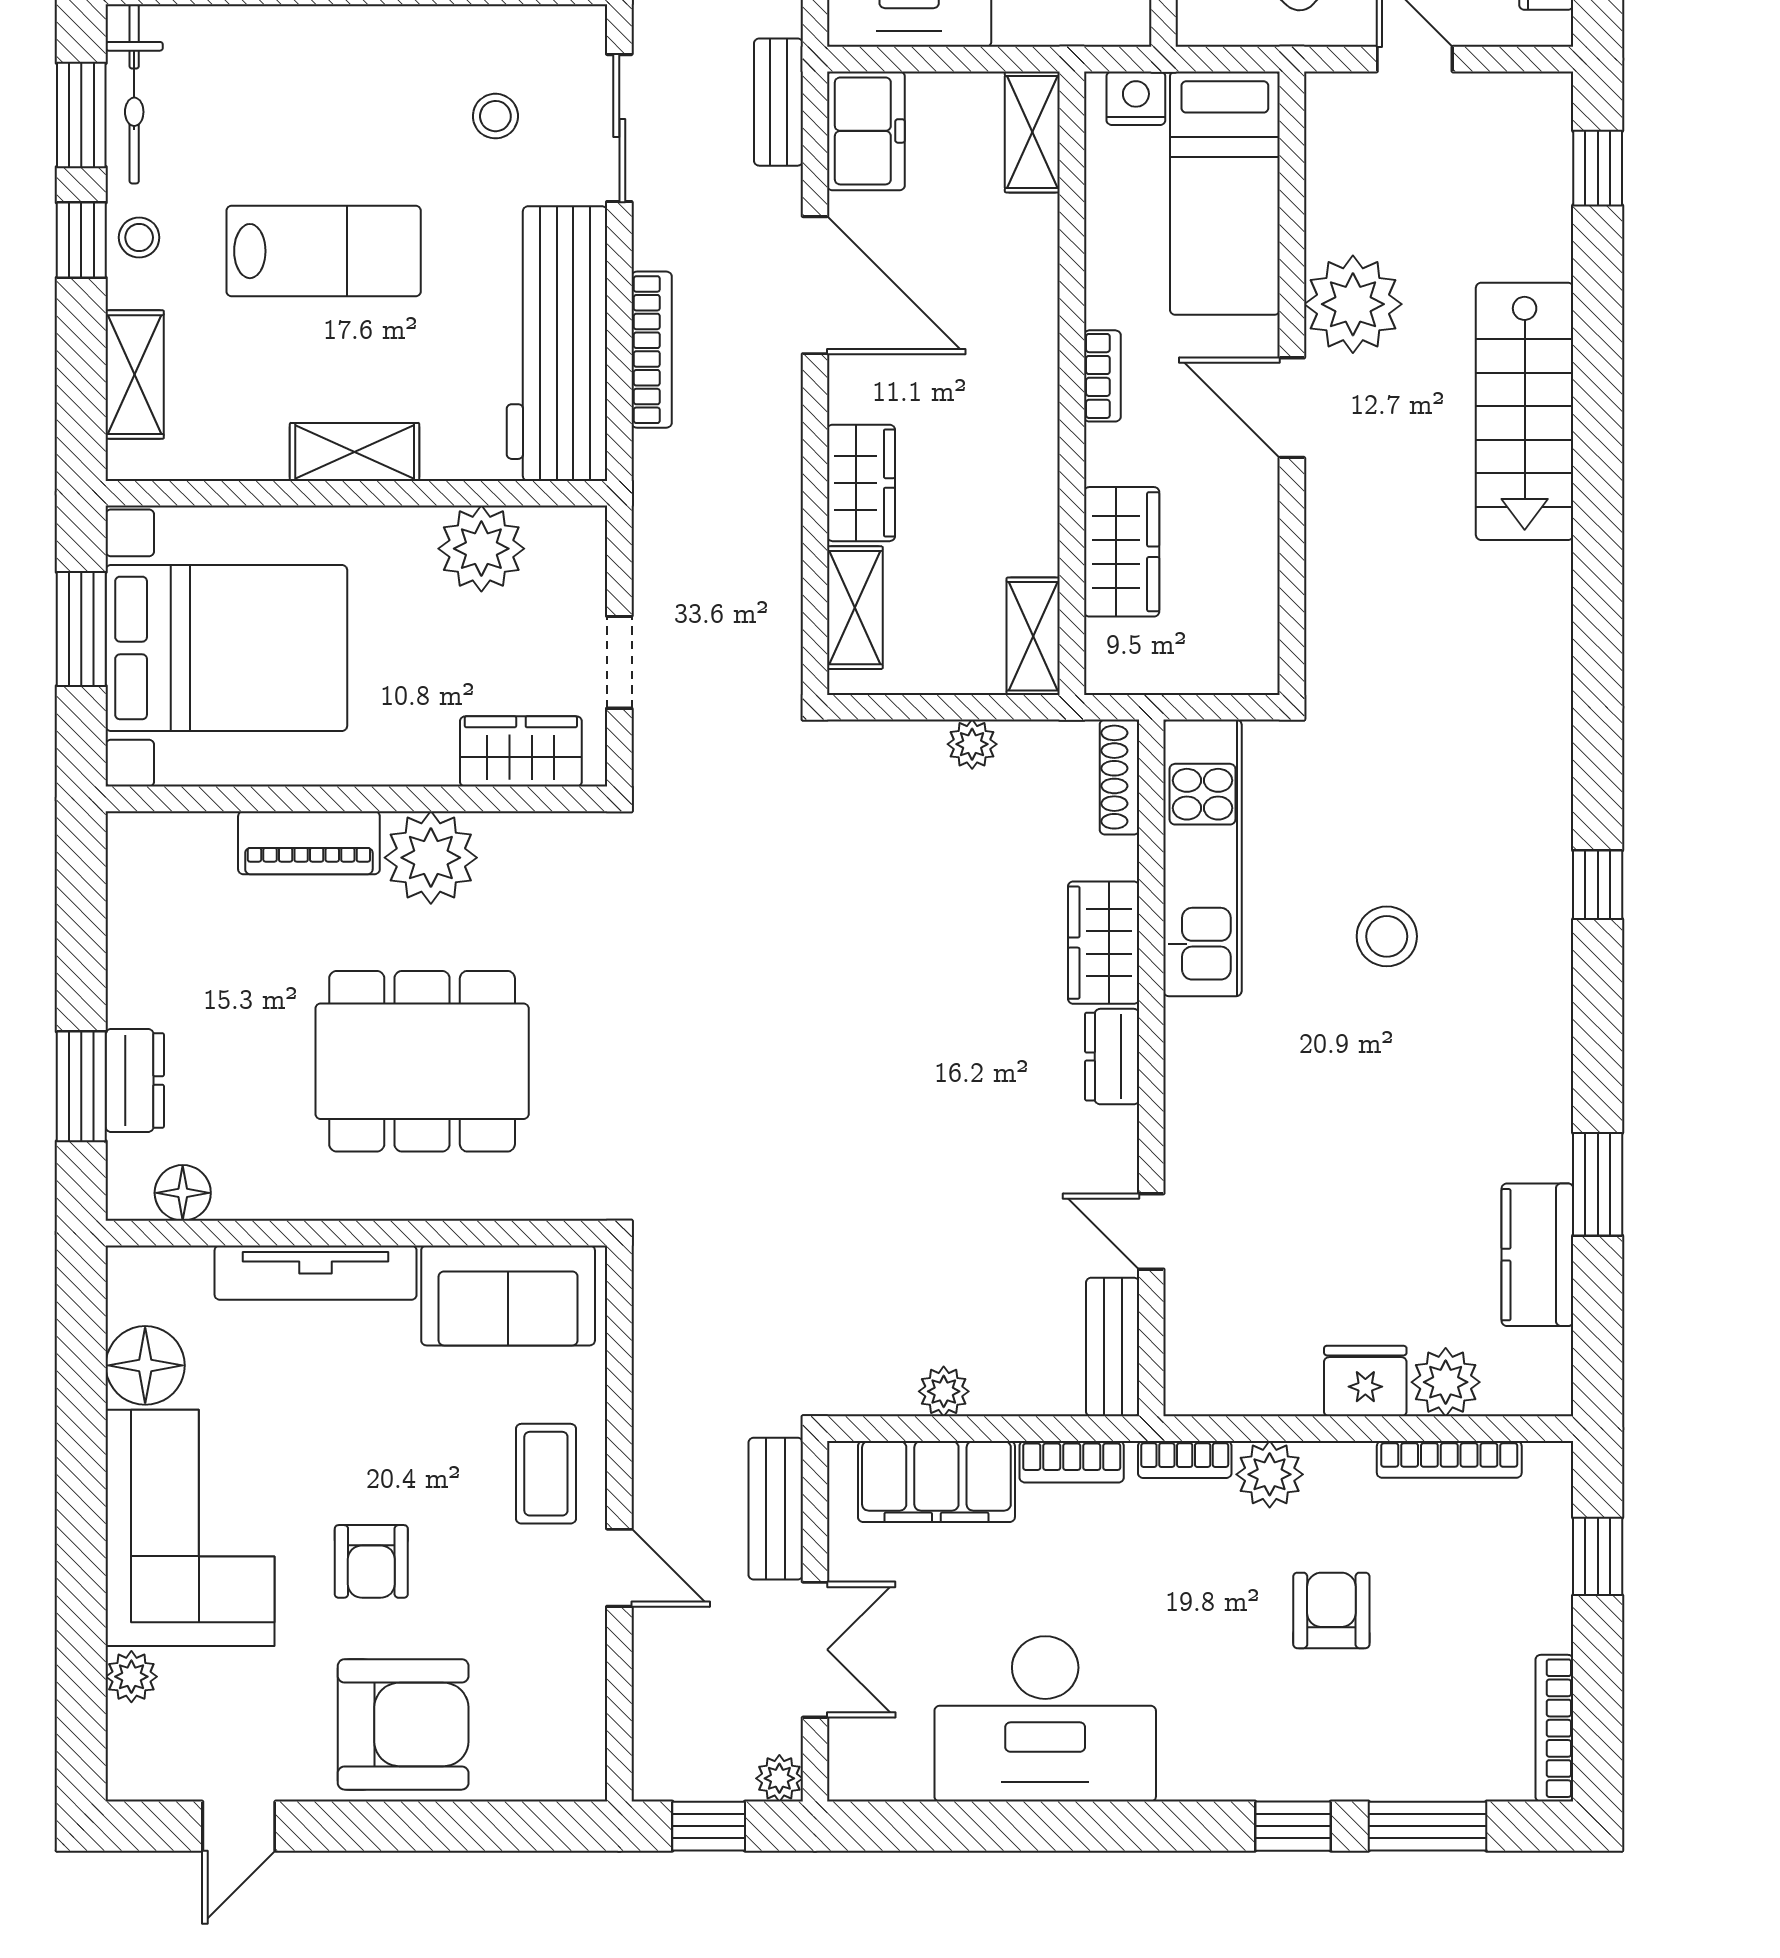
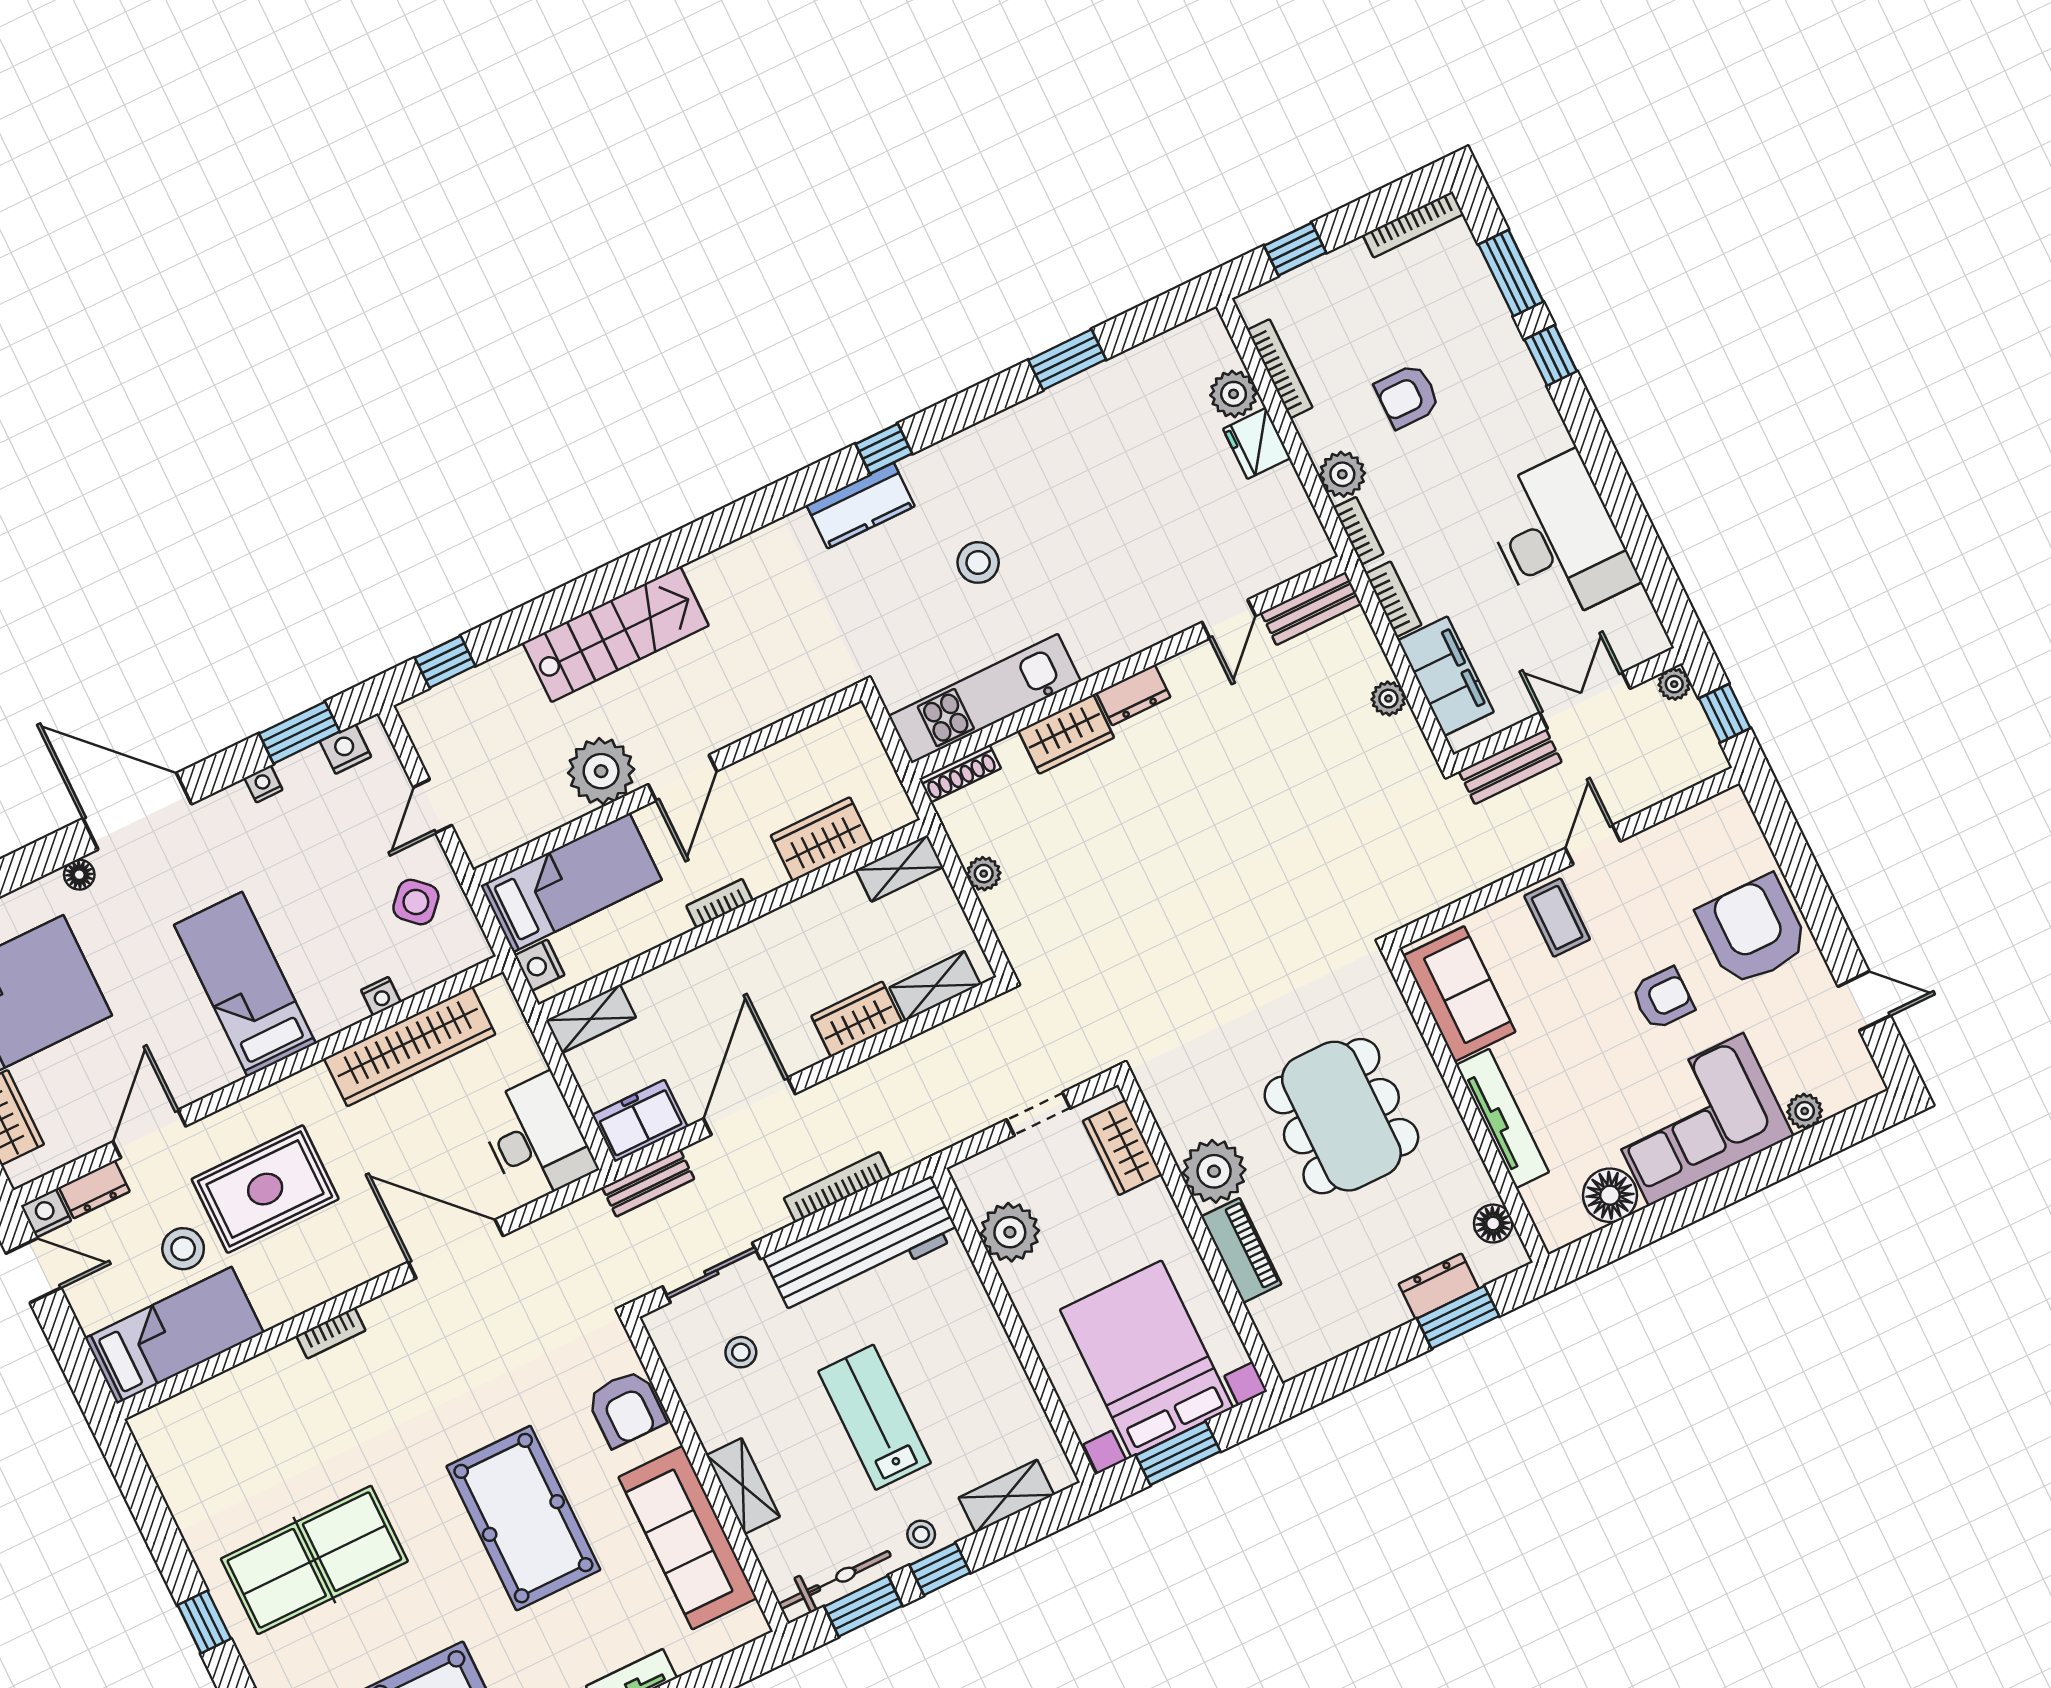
shelving: (355, 452) -> (743, 1486), moved
kitchen counter: (1537, 1255) -> (861, 506), moved
coffee table: (546, 1474) -> (1557, 918), turned 90

